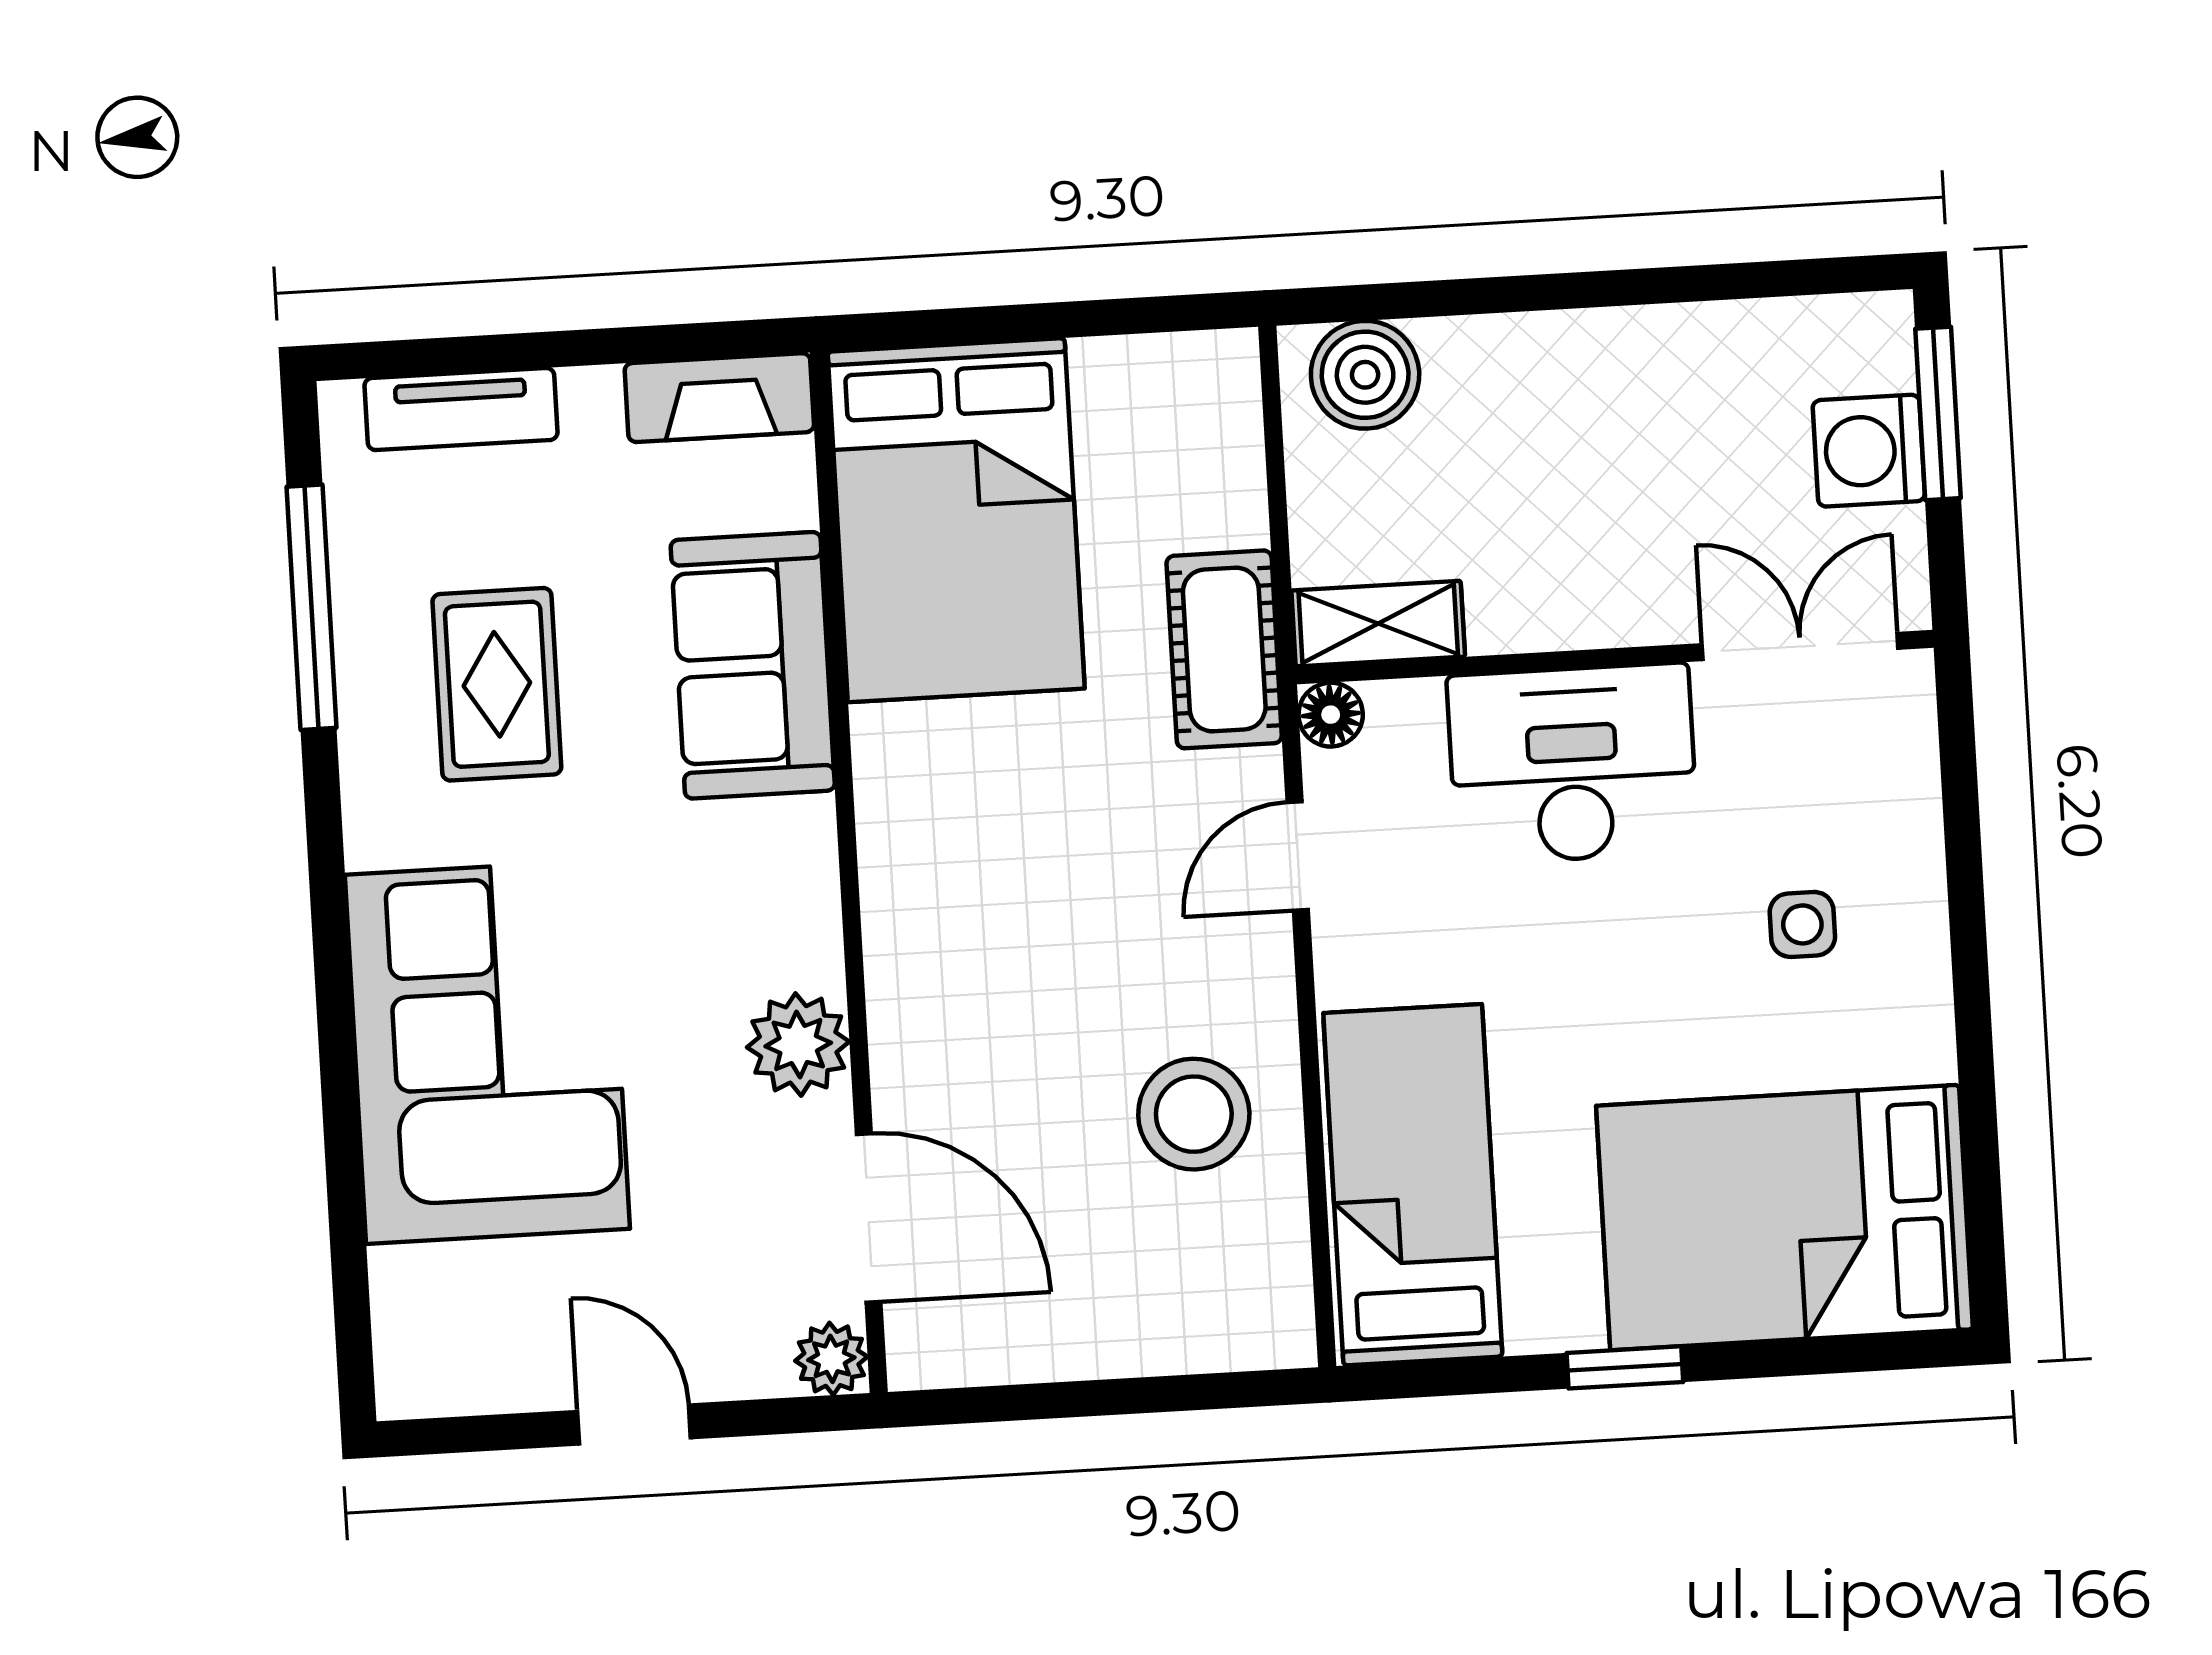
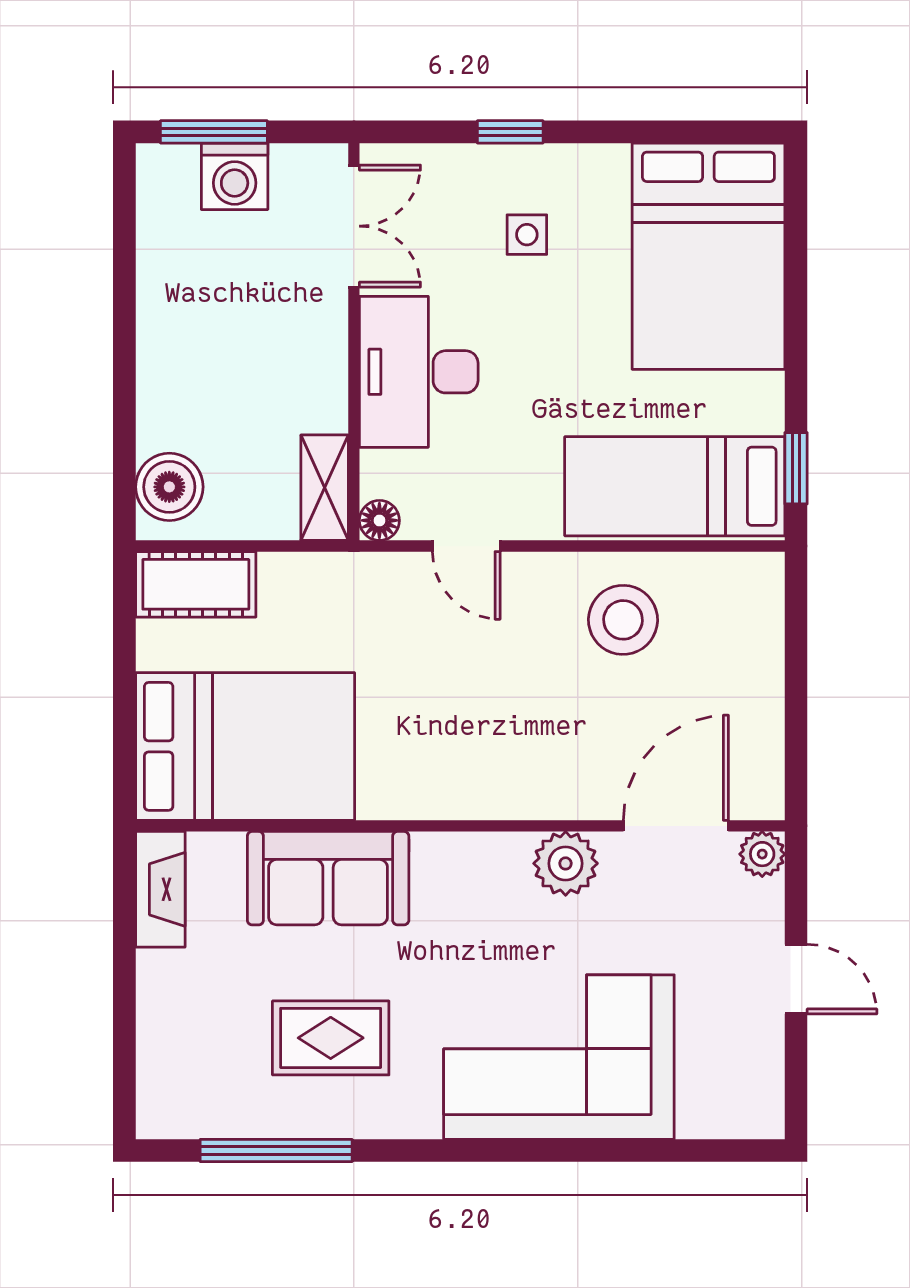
tv unit: (461, 409) -> (158, 1050), removed
double door: (1800, 646) -> (354, 226), swing flipped
cot: (1224, 649) -> (196, 584), moved
window: (1965, 888) -> (510, 132), added
window: (1625, 1367) -> (796, 468), moved
door: (634, 1425) -> (796, 979), swing flipped

